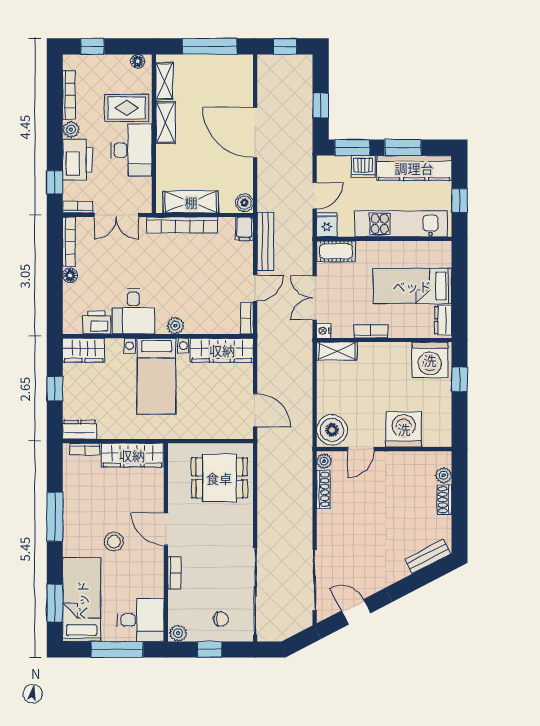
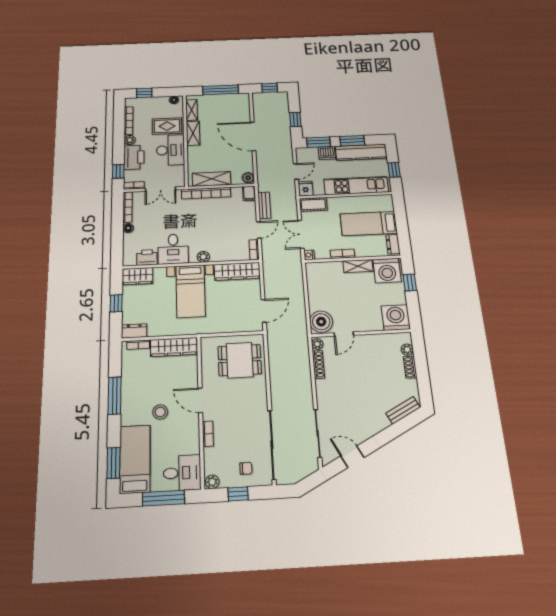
bench: (265, 241) -> (264, 205), width x0.73
shelving: (337, 351) -> (358, 266), moved
door: (255, 410) -> (264, 311), hinge flipped
washing machine: (404, 429) -> (396, 318), moved

